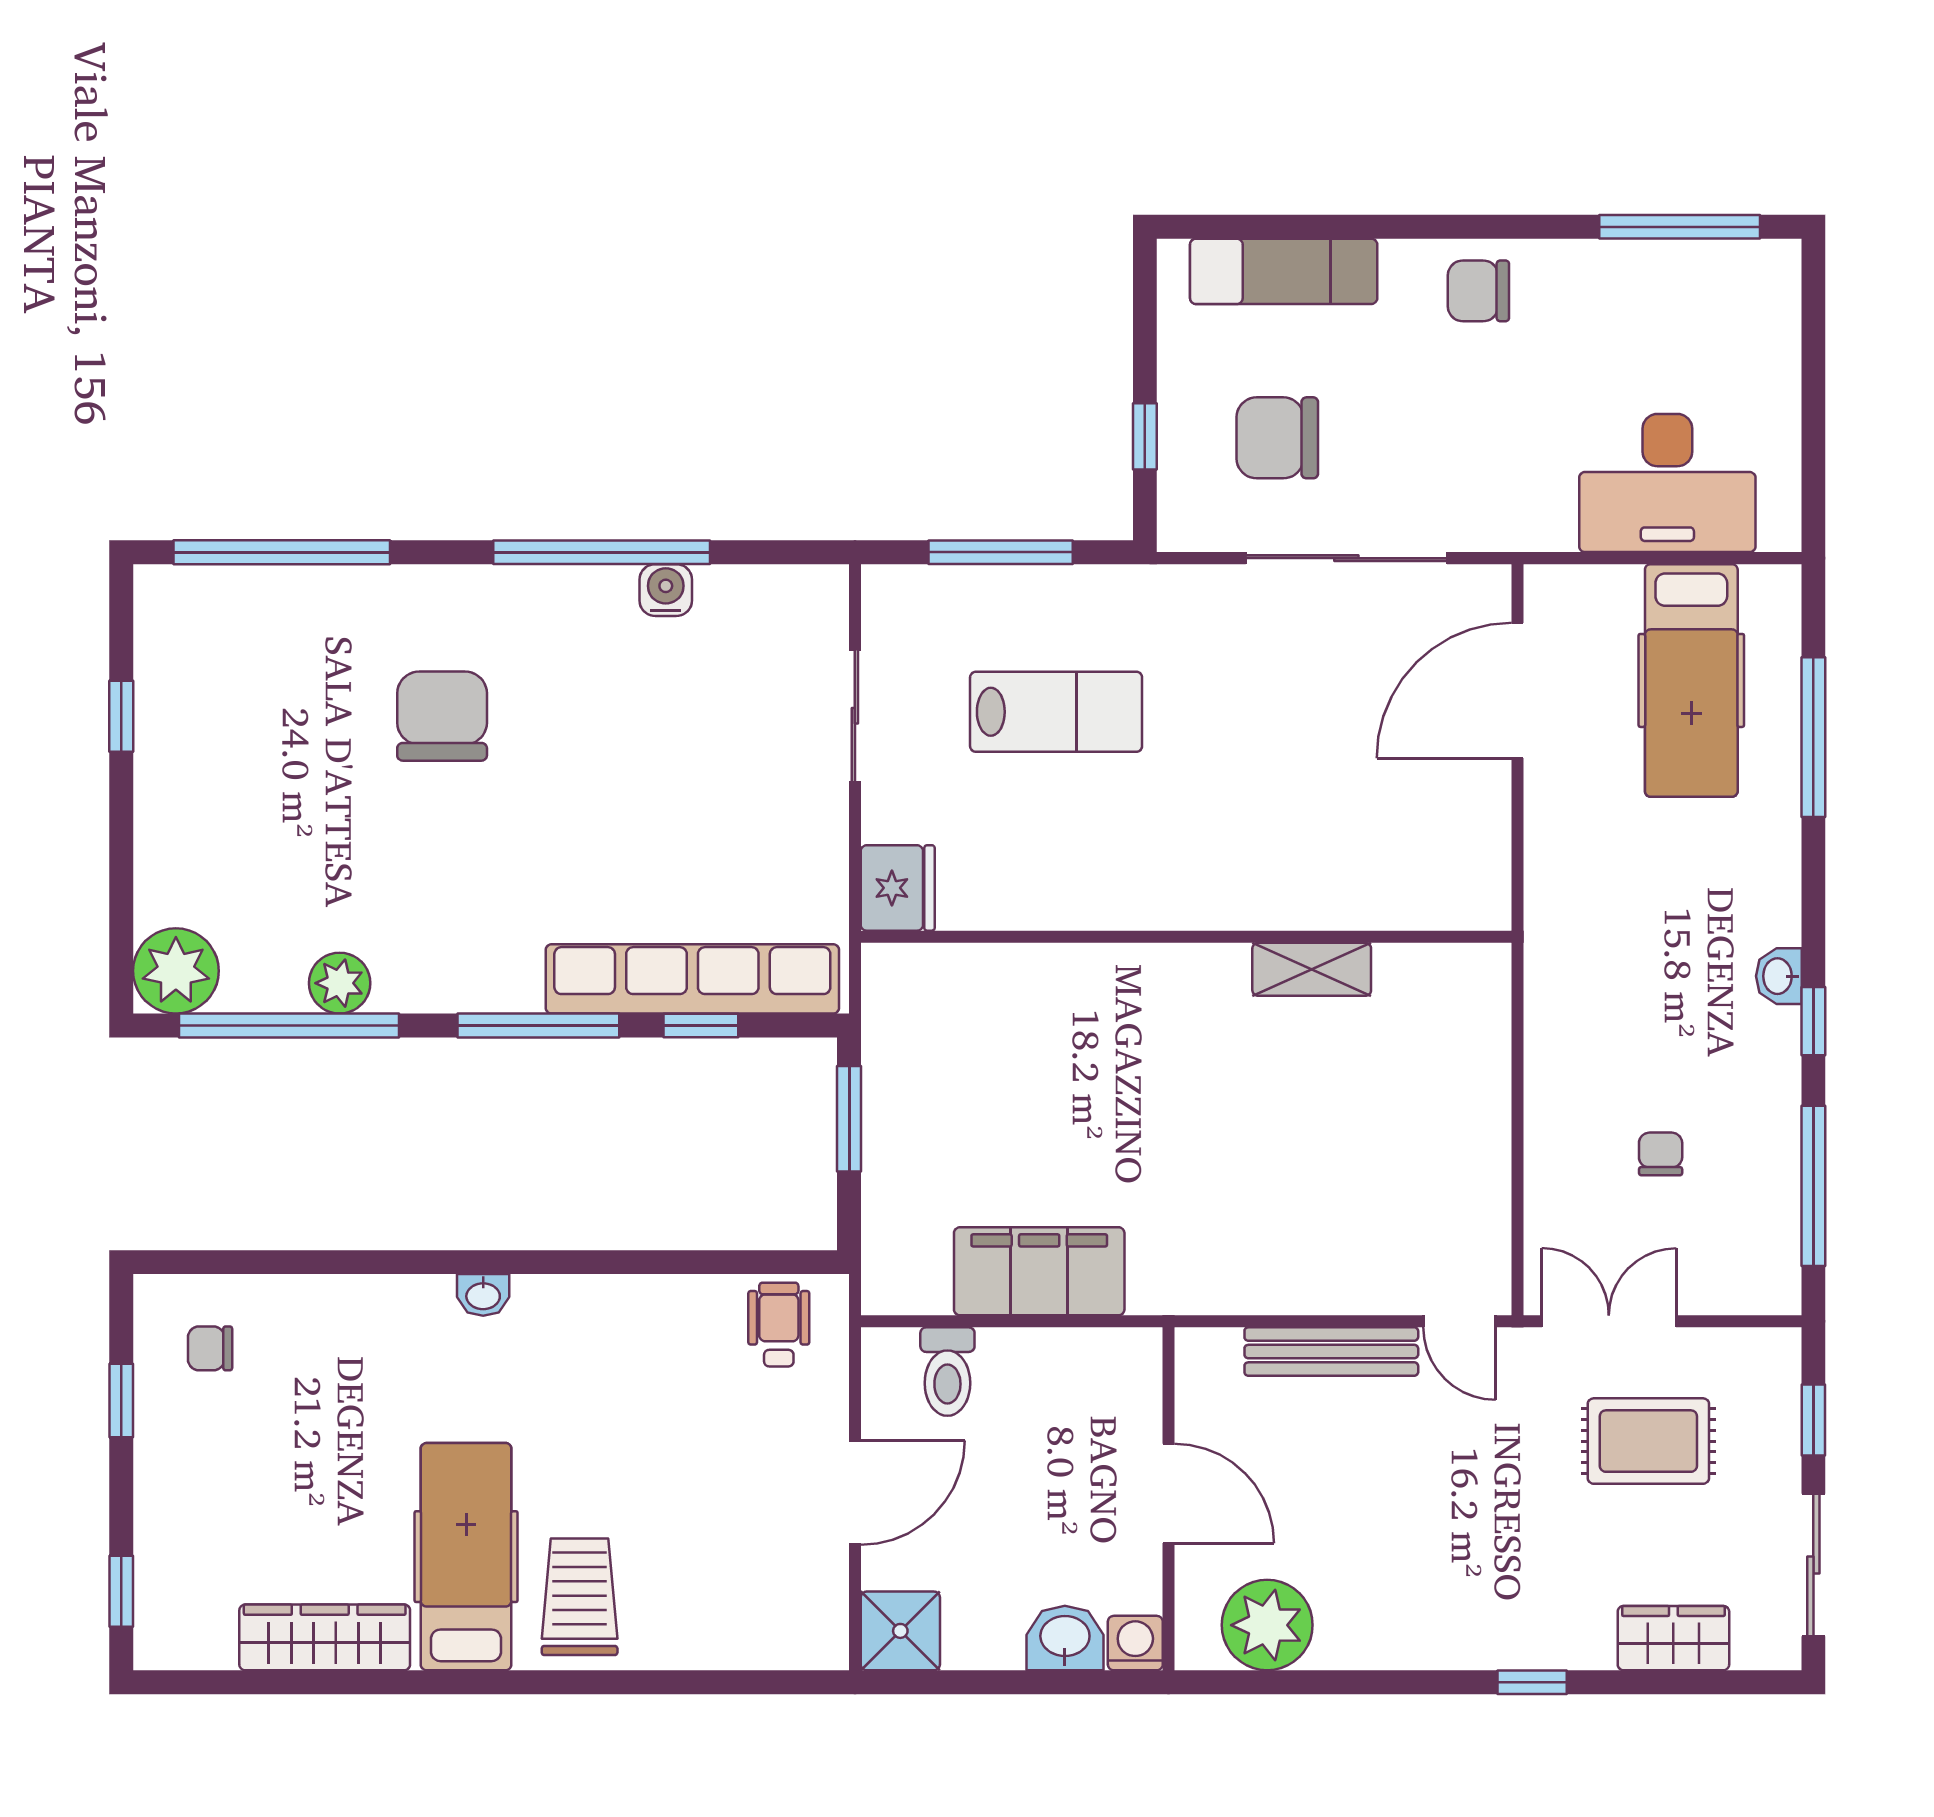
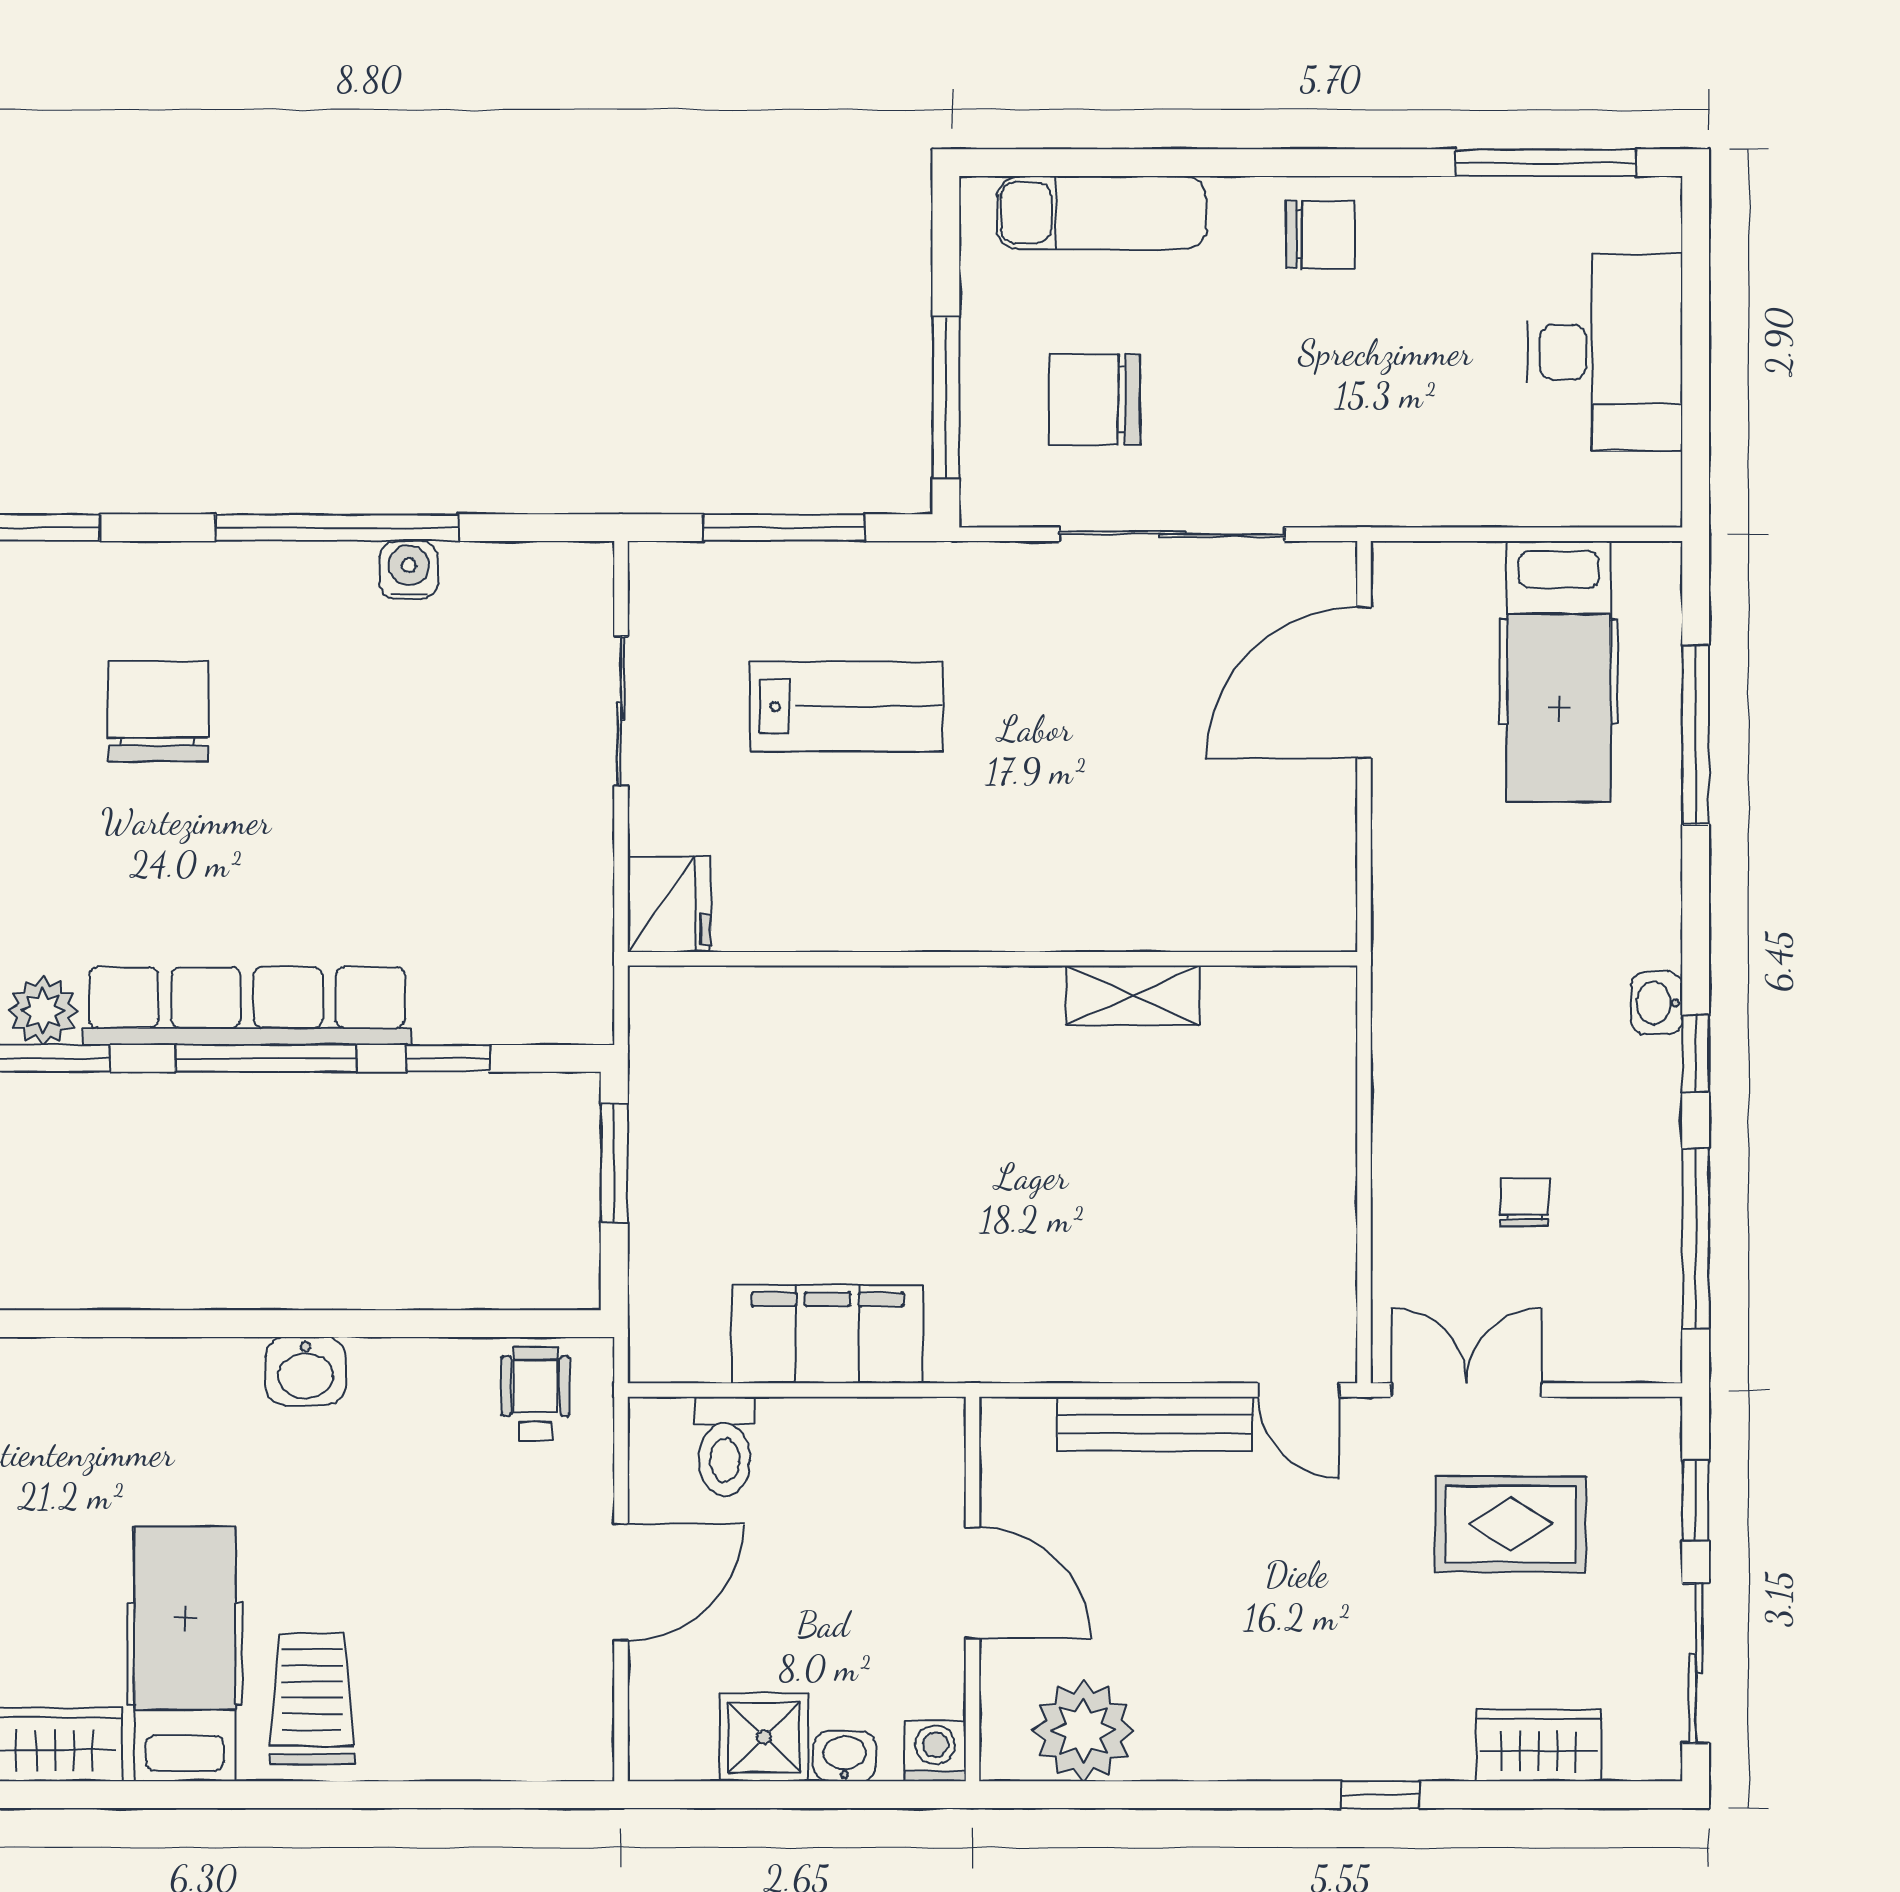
chair: (1478, 291) -> (1320, 235), turned 180
window: (1145, 436) -> (946, 398), width x2.17
desk: (1667, 483) -> (1605, 352), moved, turned -90
row of seats: (692, 979) -> (247, 1006), moved
washbasin: (483, 1295) -> (306, 1371), moved, width x1.38, depth x1.45
shower: (900, 1631) -> (764, 1737), moved
washbasin: (1065, 1638) -> (845, 1756), width x0.72, depth x0.69

